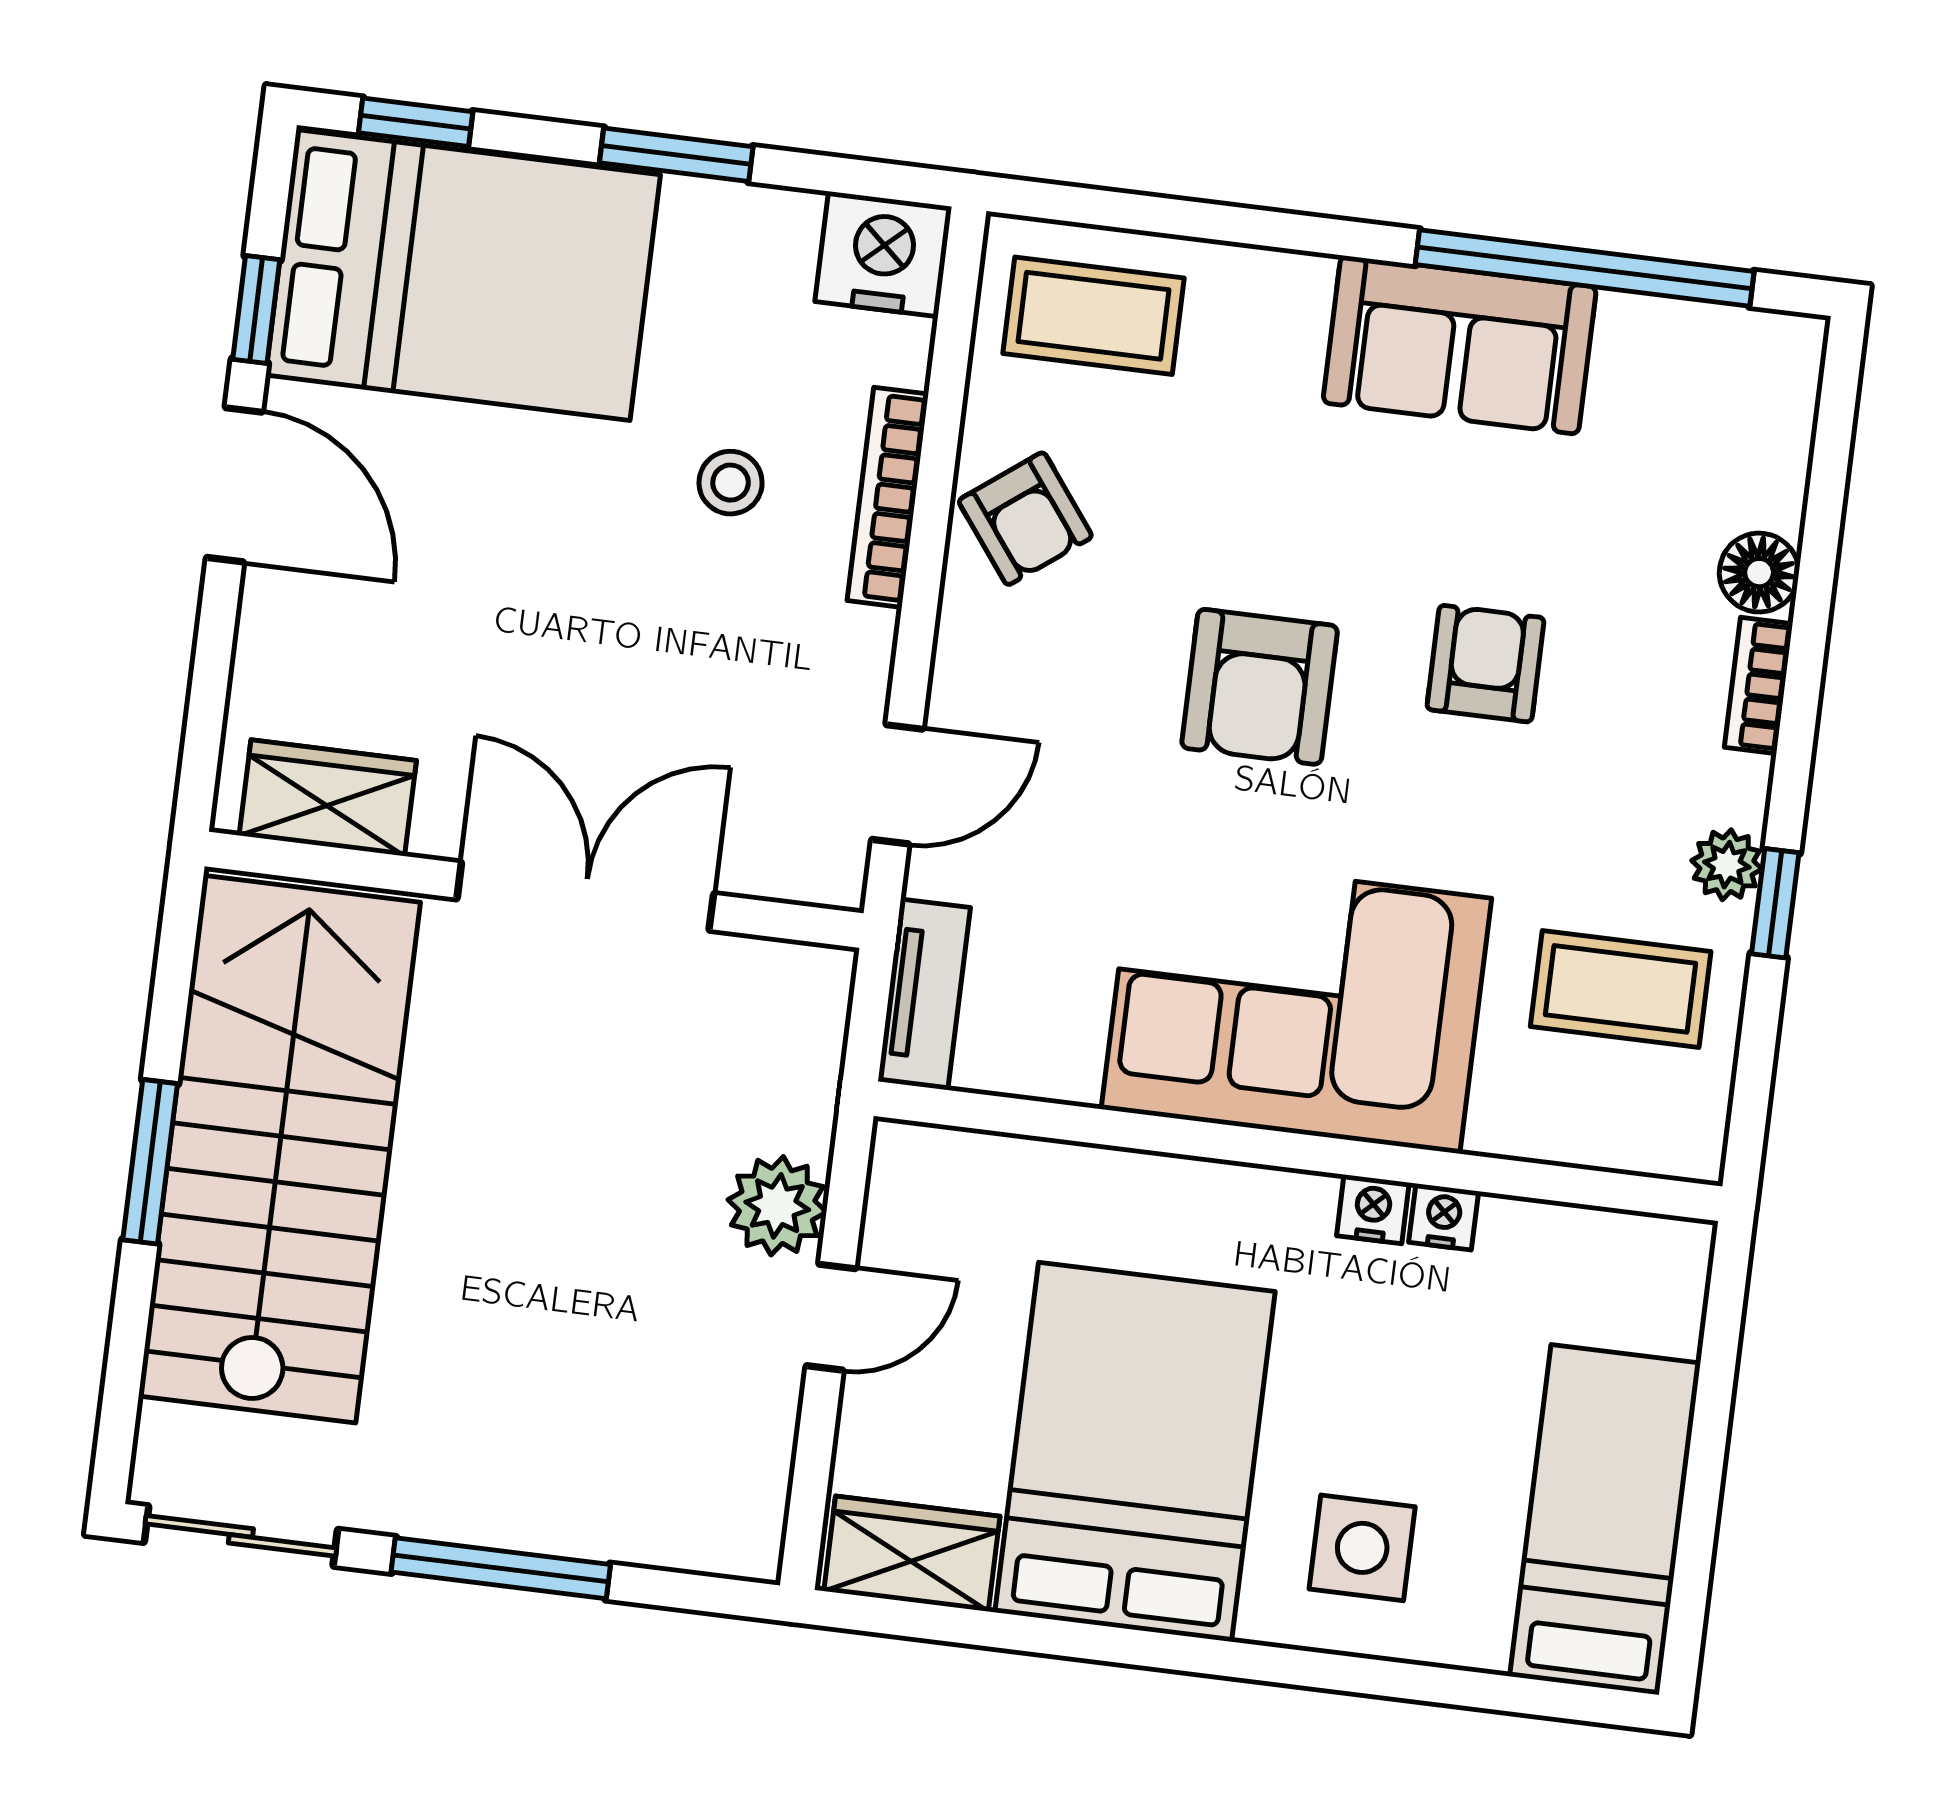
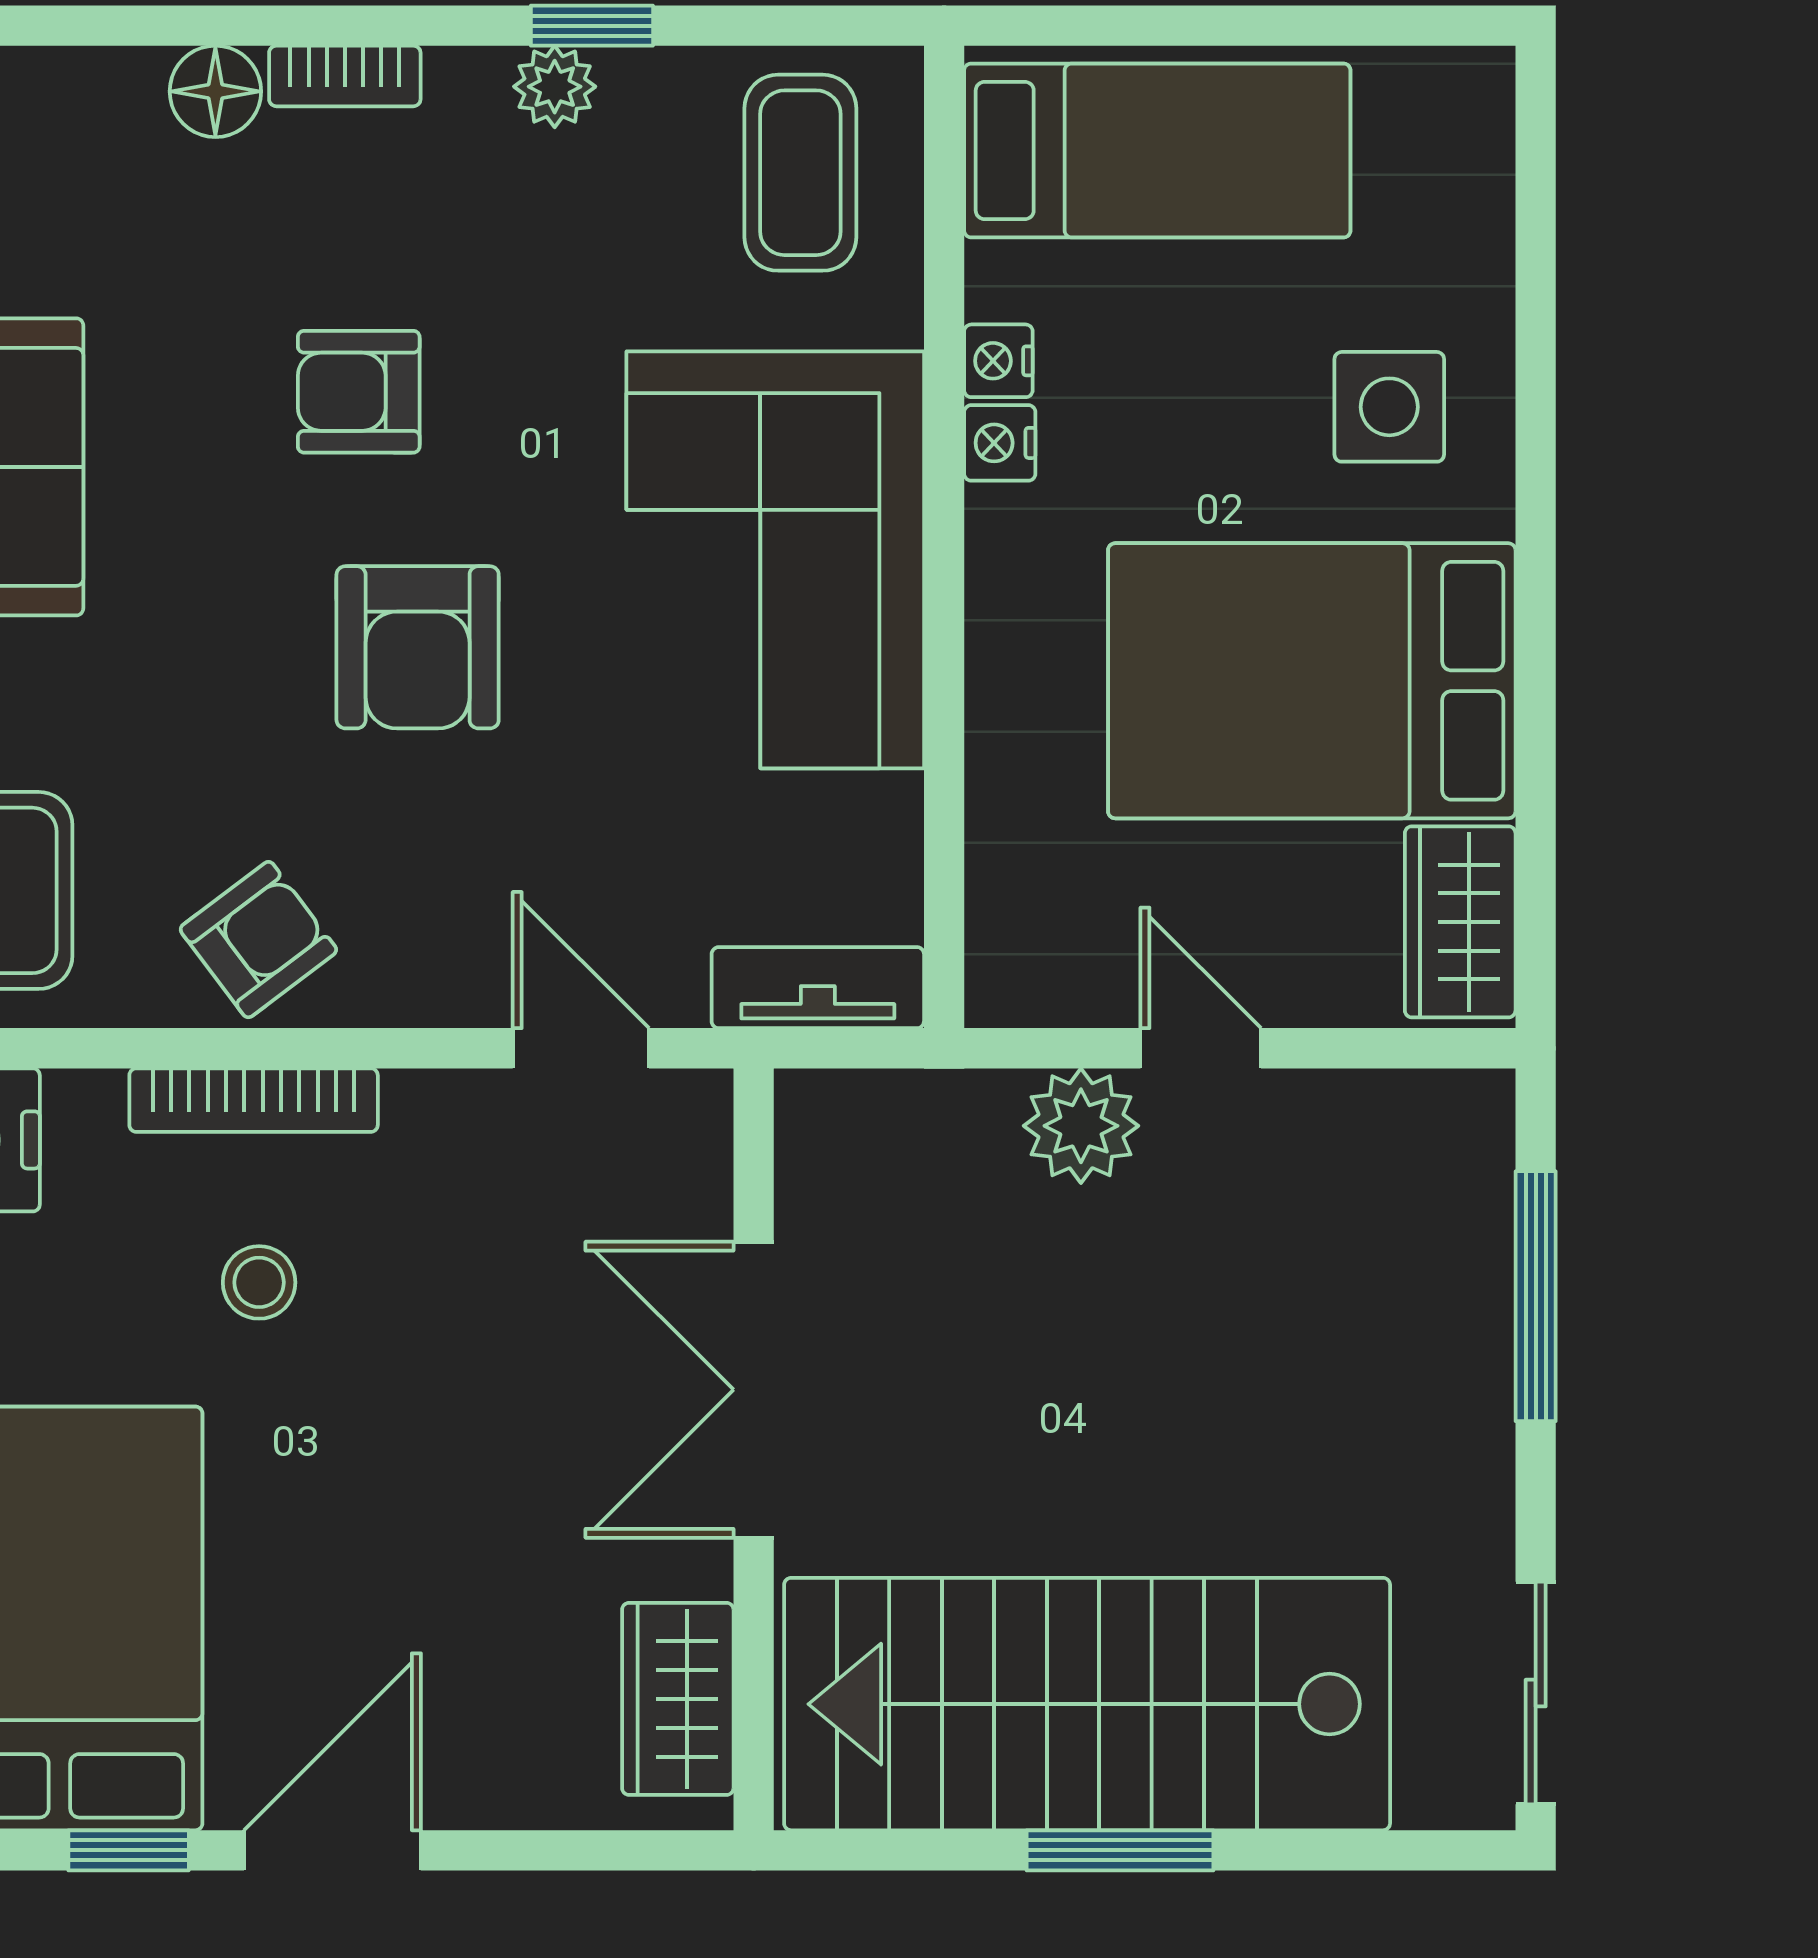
armchair: (1260, 687) -> (418, 647), turned 90
coffee table: (1621, 989) -> (800, 173), moved
bed: (1605, 1520) -> (1157, 150), moved, turned 180
window: (501, 1568) -> (1536, 1296), moved

